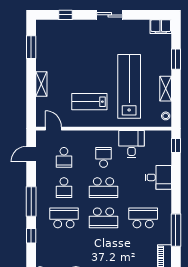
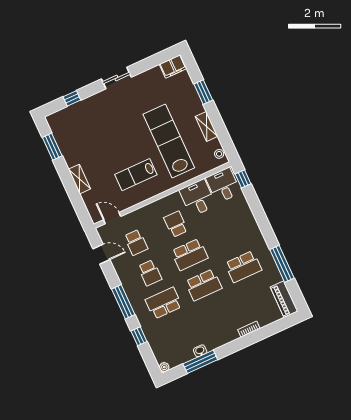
door: (31, 154) -> (101, 254), swing flipped
desk: (158, 177) -> (223, 185), moved, turned -90
school desk: (143, 218) -> (243, 267), turned 180

